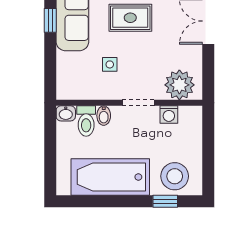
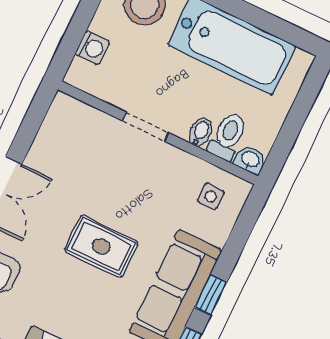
side table: (110, 64) -> (211, 196), moved
plant: (179, 85) -> (79, 124), removed
washing machine: (169, 114) -> (92, 48), moved, turned 90

